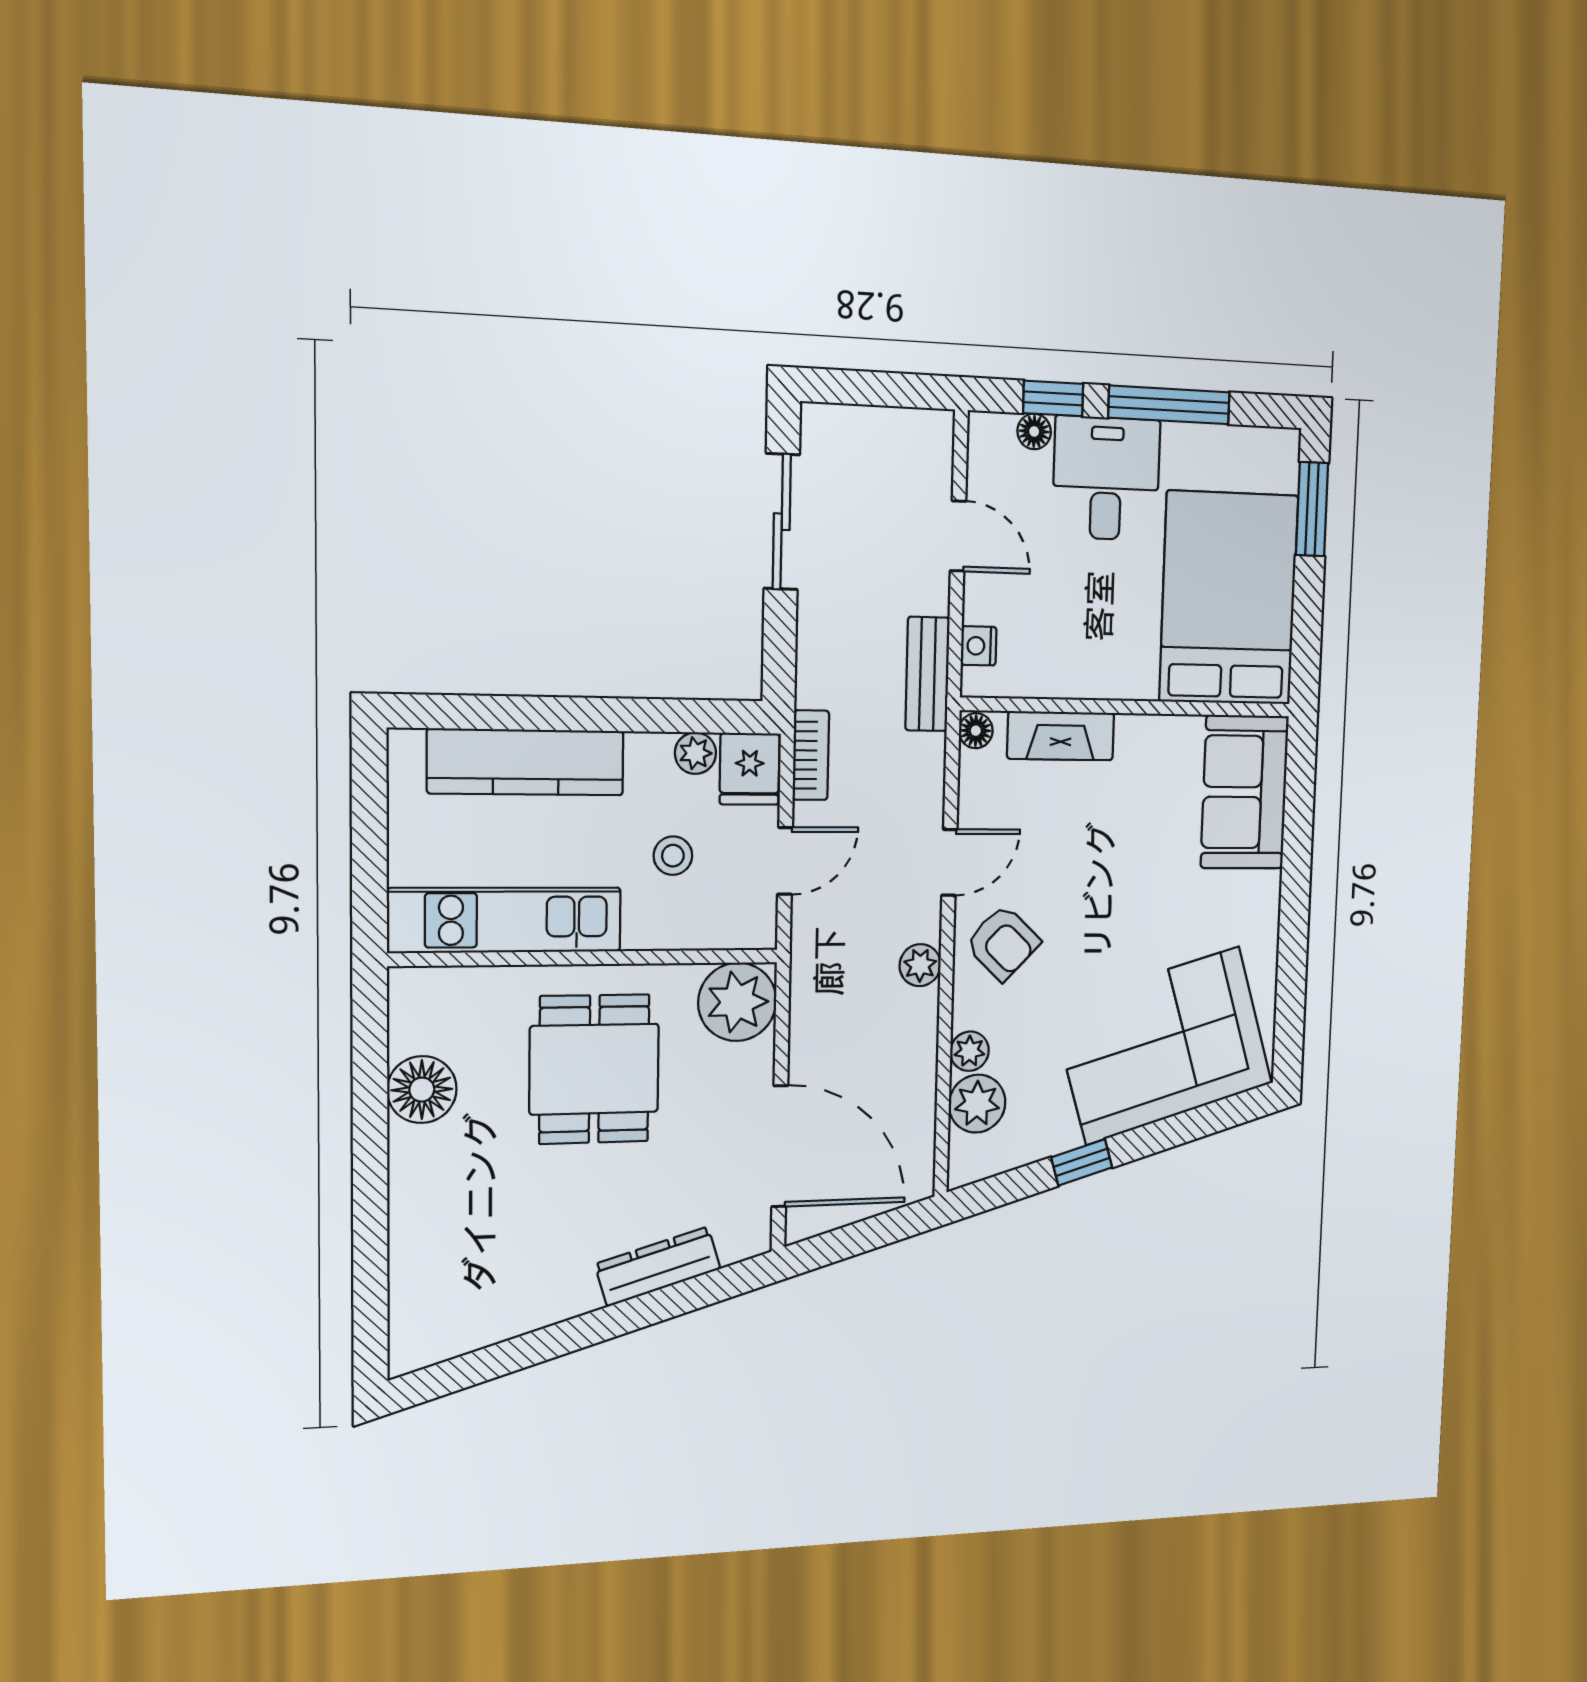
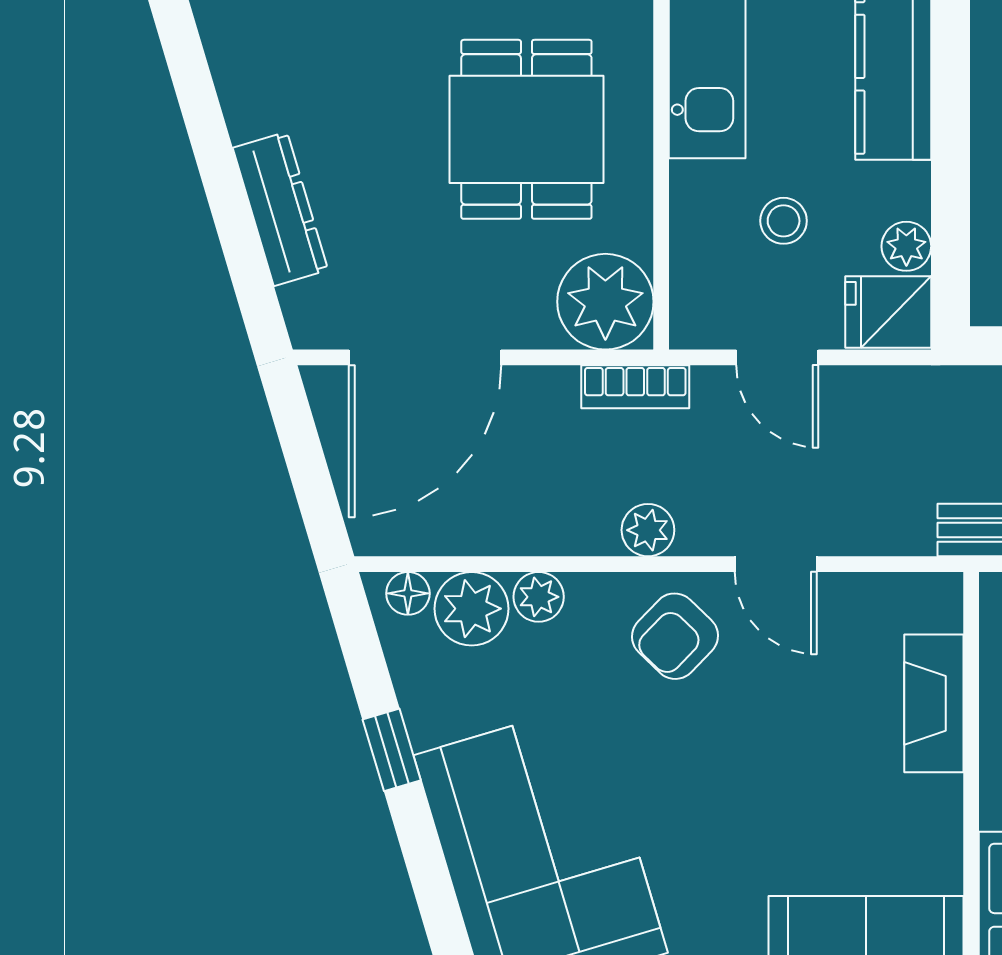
floor lamp: (976, 731) -> (408, 593), moved
bookcase: (811, 755) -> (635, 387), moved
dining table: (594, 1069) -> (526, 129), turned 90

